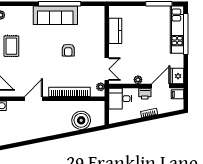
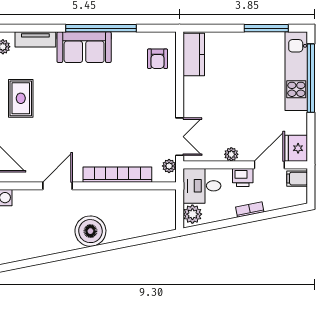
tv unit: (20, 11) -> (35, 39), added
sofa: (55, 15) -> (84, 47), width x0.73
kitchen counter: (115, 31) -> (194, 54), moved
armchair: (68, 50) -> (158, 59), moved
plant: (115, 116) -> (192, 214), added
boiler: (81, 120) -> (90, 231), moved

